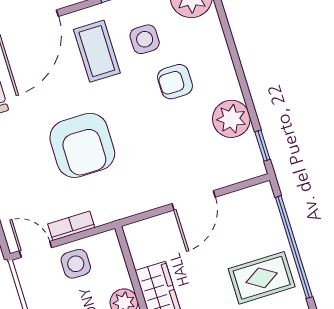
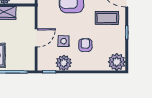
side table: (145, 39) -> (64, 41), moved
door: (194, 200) -> (36, 38), swing flipped

